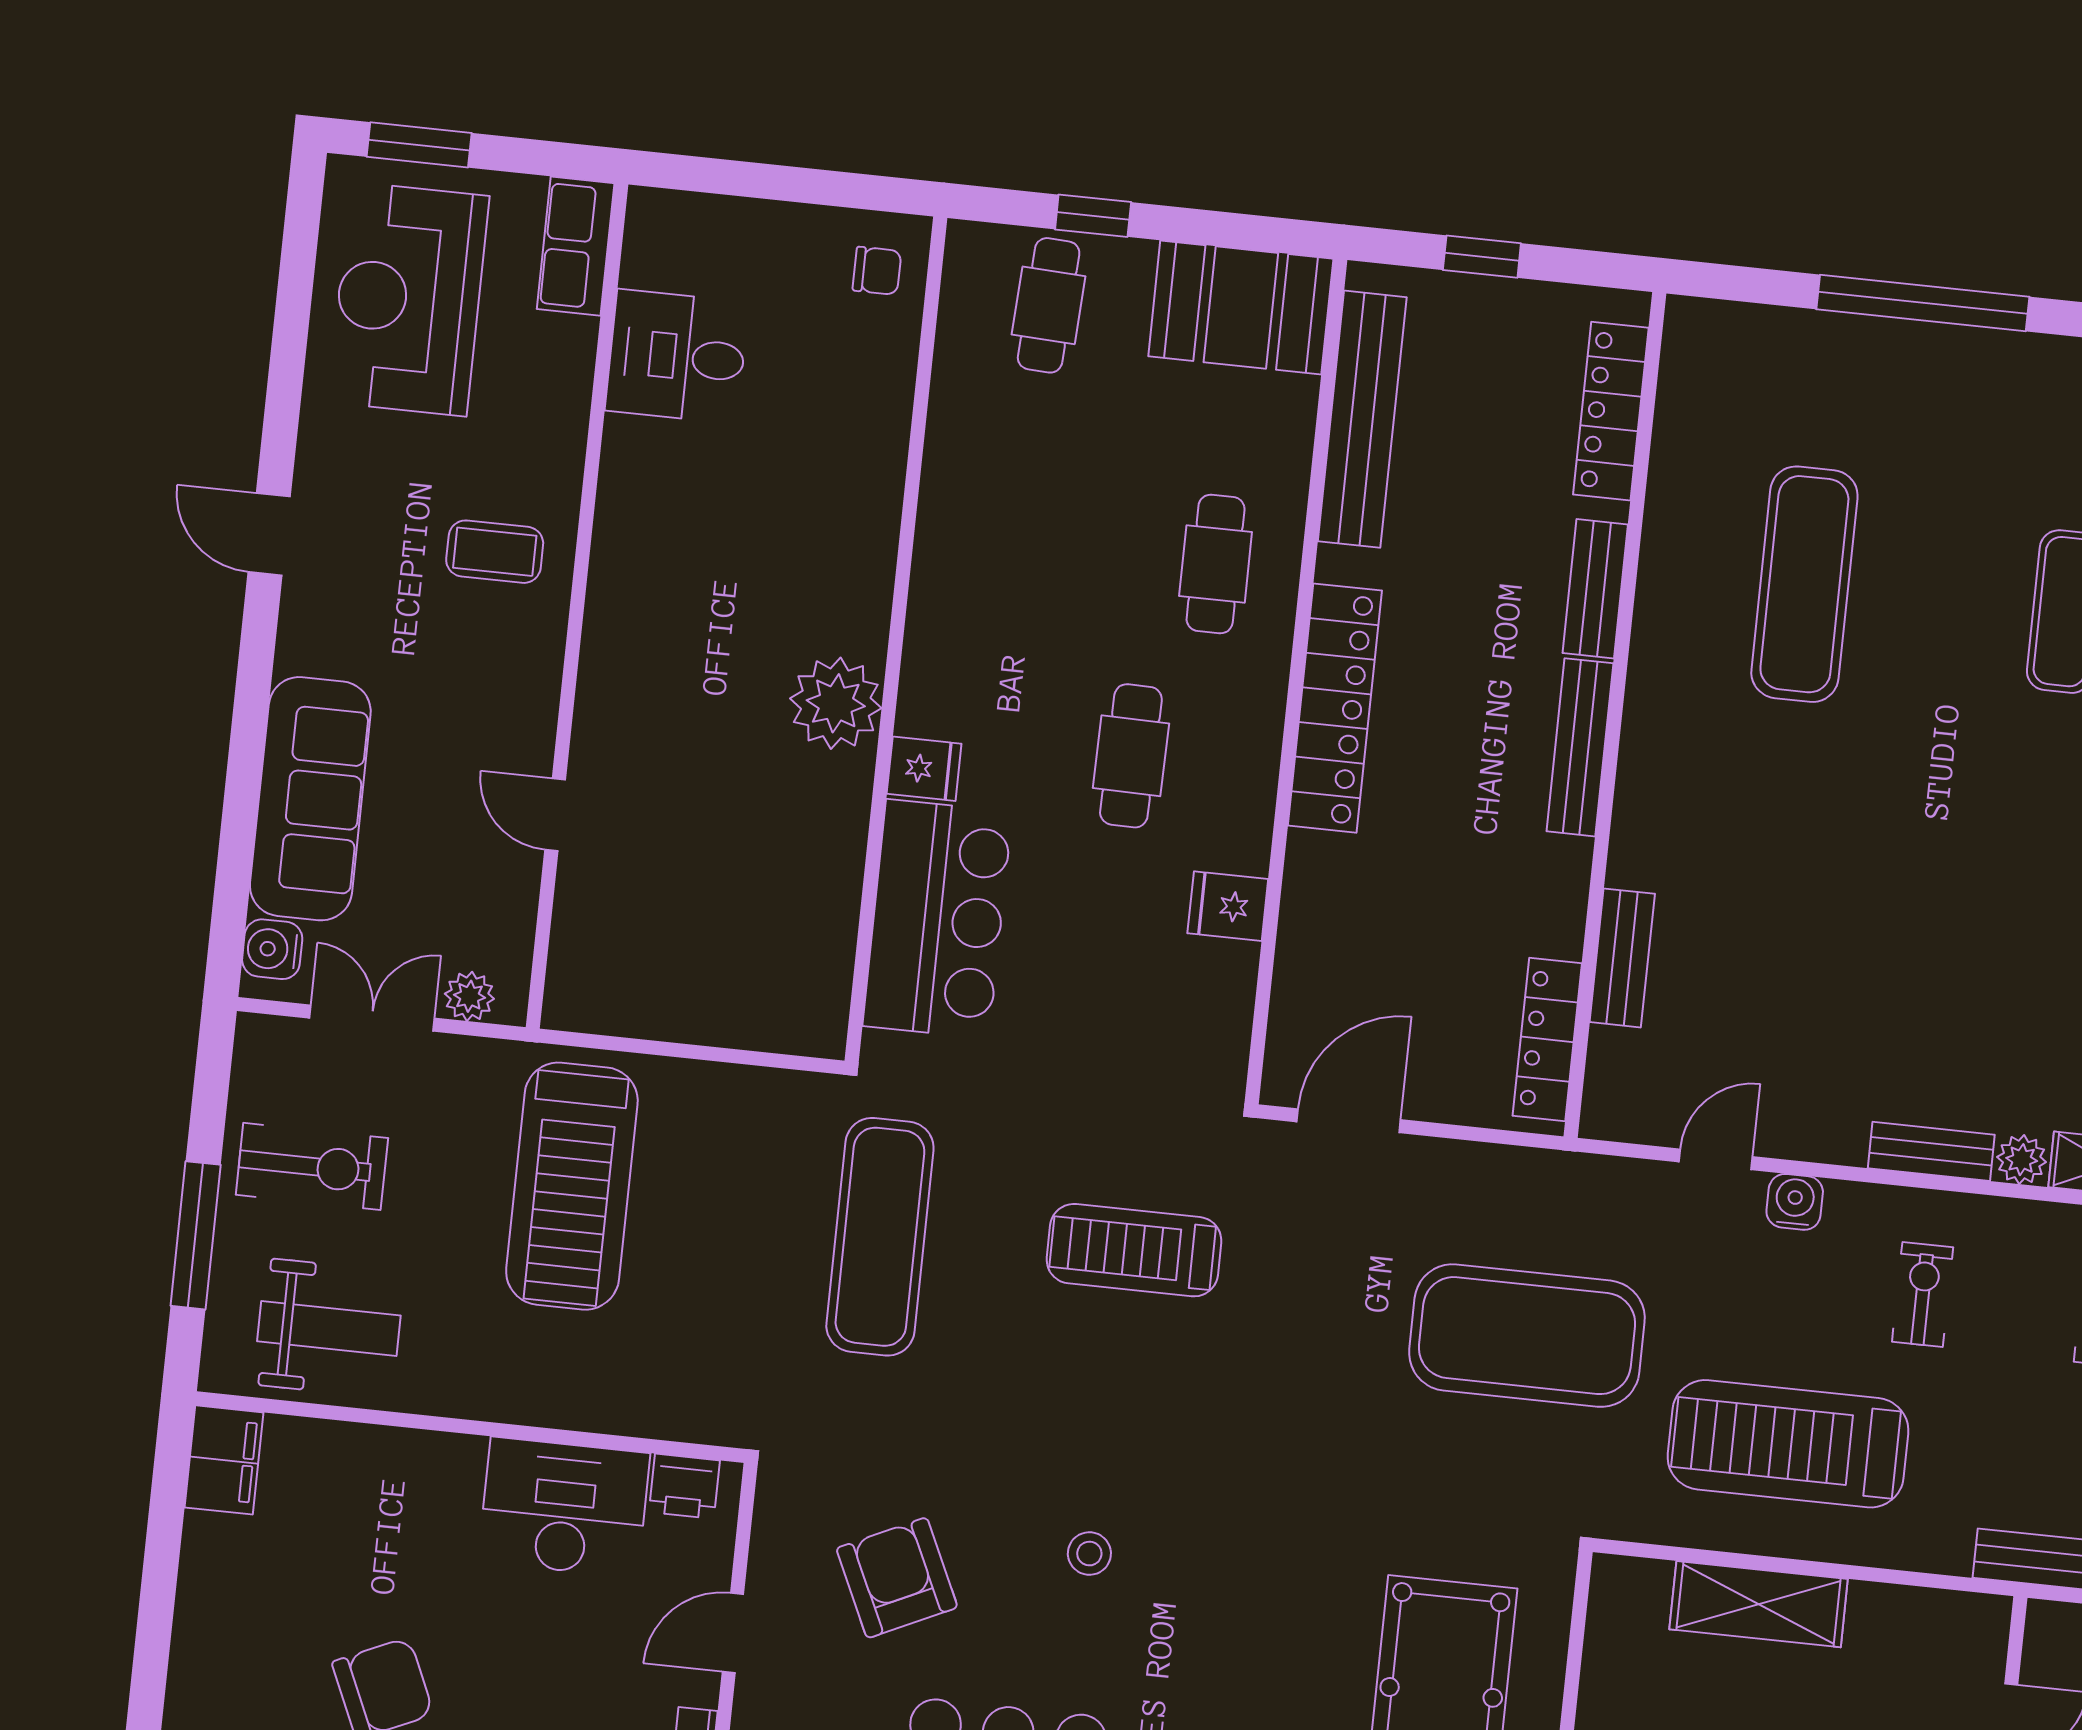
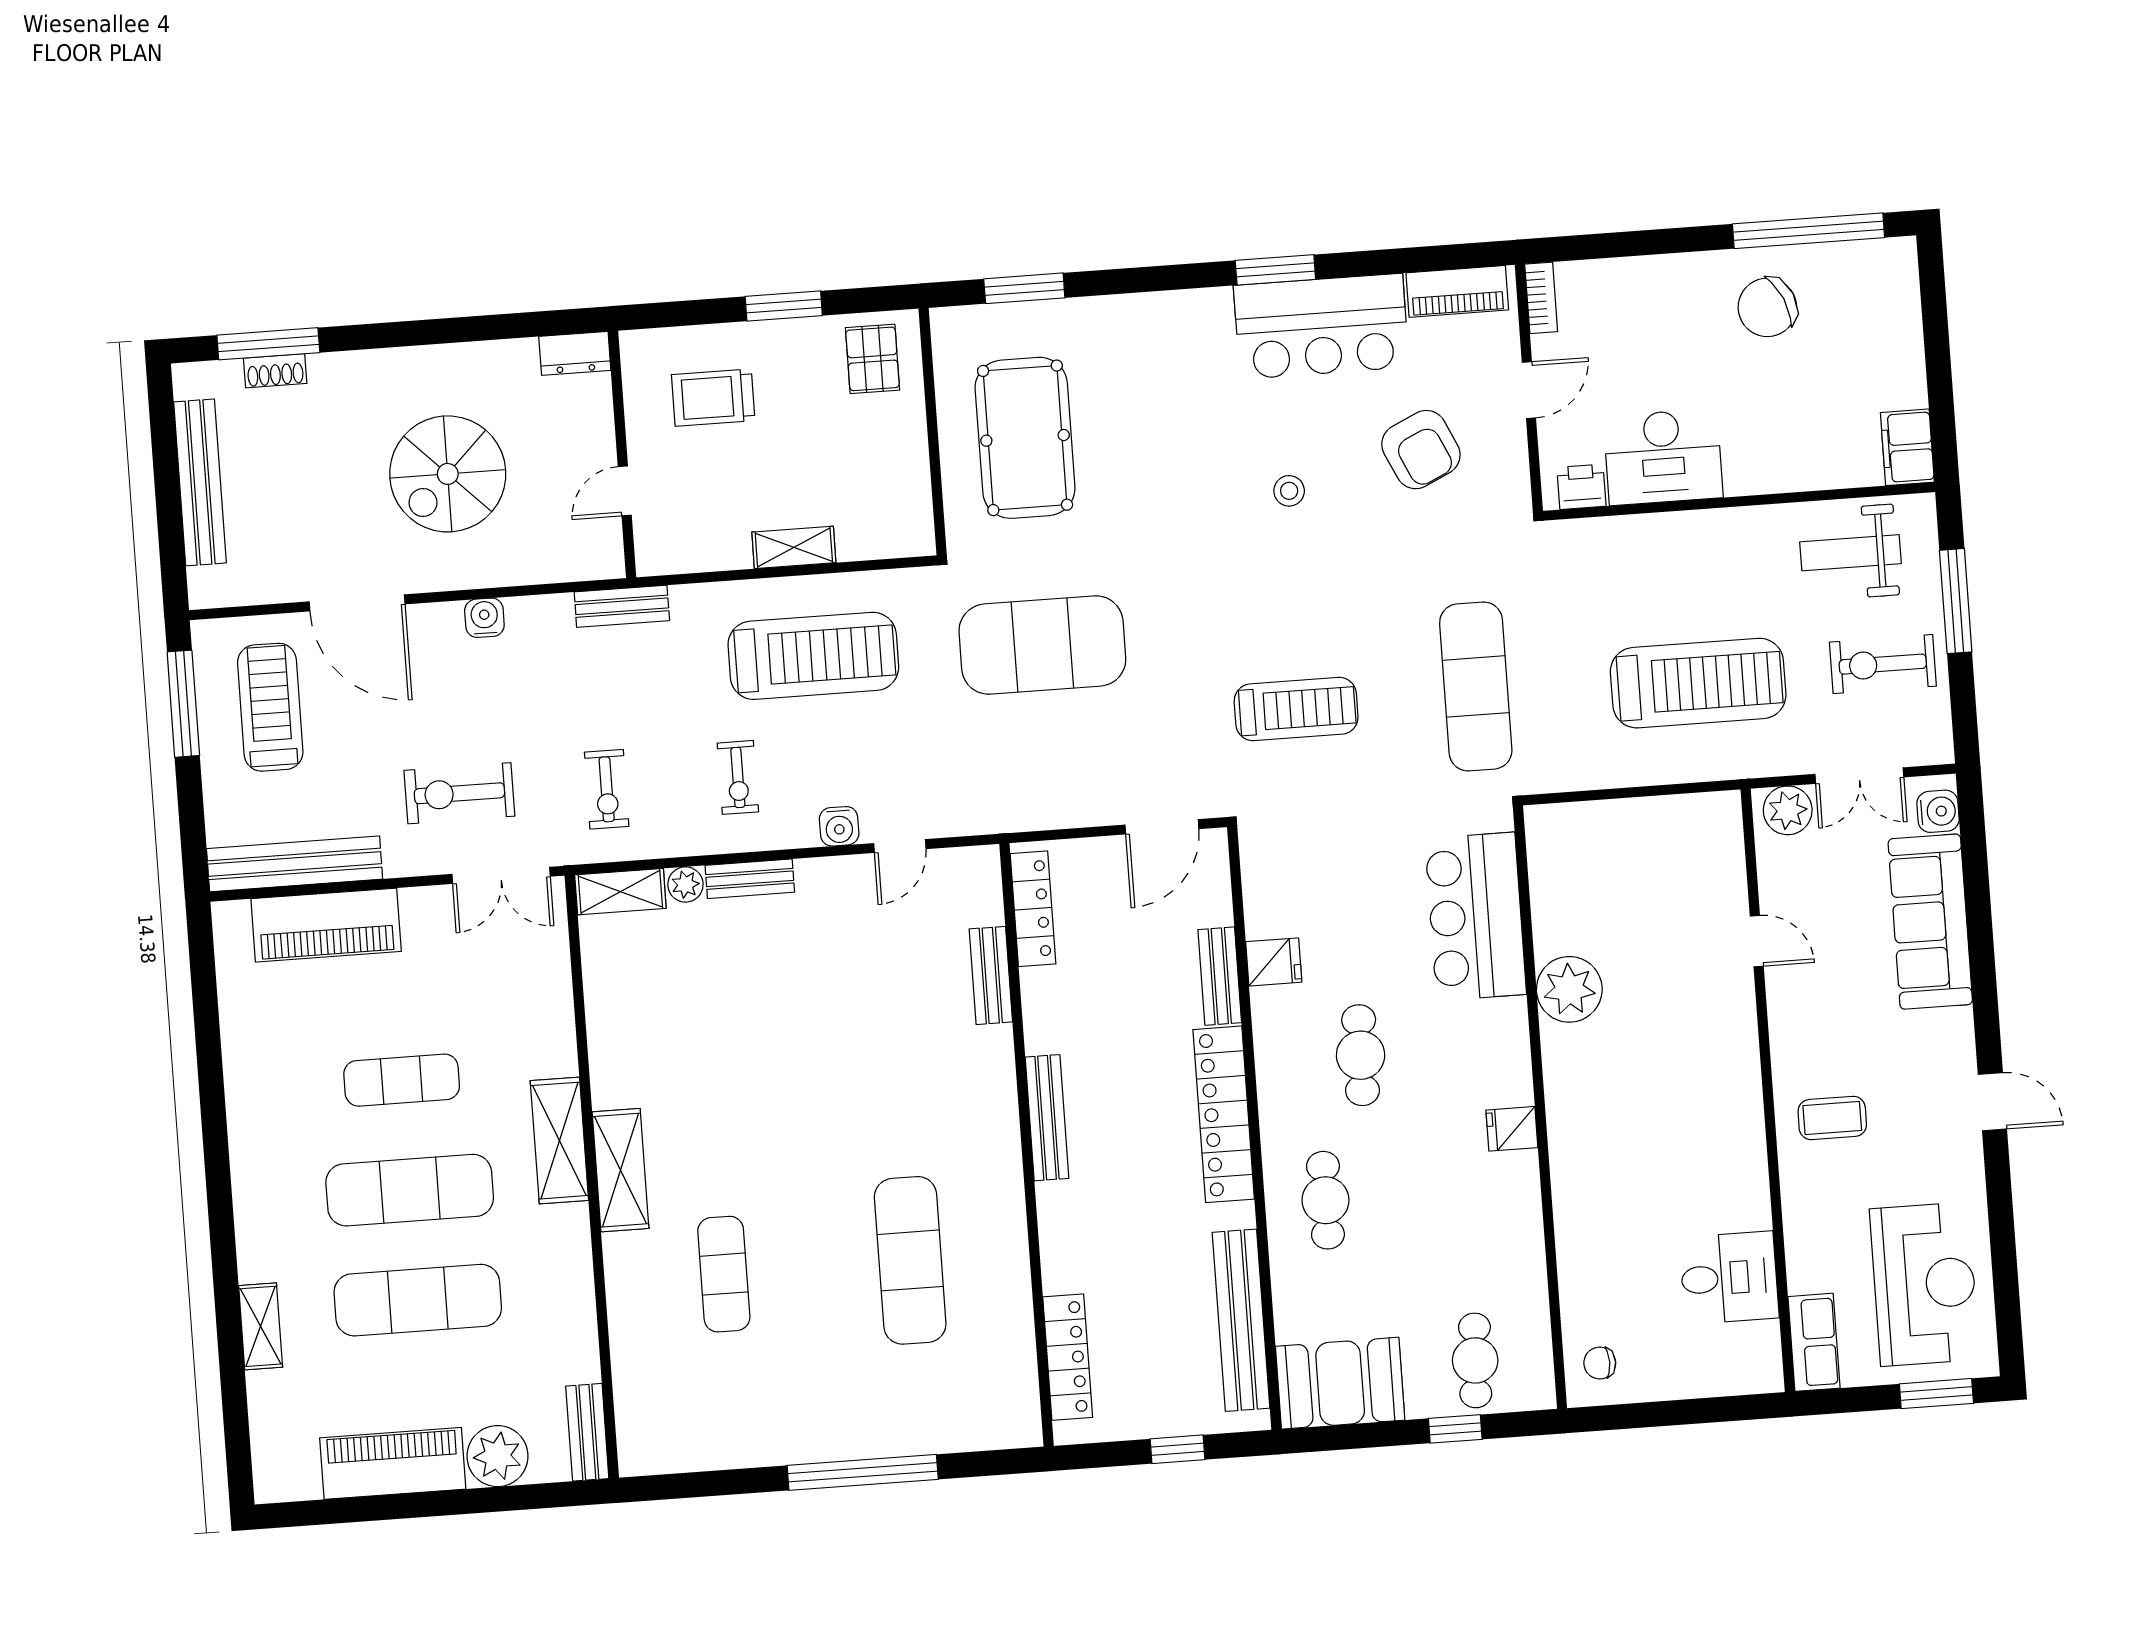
bench: (1595, 589) -> (1220, 976), moved
plant: (836, 703) -> (1569, 989), moved
fridge: (924, 769) -> (1512, 1129), moved
plant: (469, 996) -> (1788, 810), width x1.38, depth x1.38
treadmill: (572, 1186) -> (1698, 683), turned 90
exercise mat: (1527, 1336) -> (1042, 645), moved
shelving: (1759, 1604) -> (794, 547), width x0.67, depth x0.75

